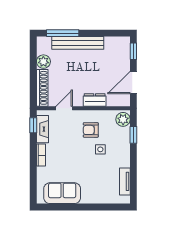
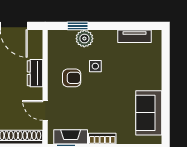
plant: (123, 119) -> (84, 39), moved
armchair: (91, 130) -> (72, 78), turned -90

